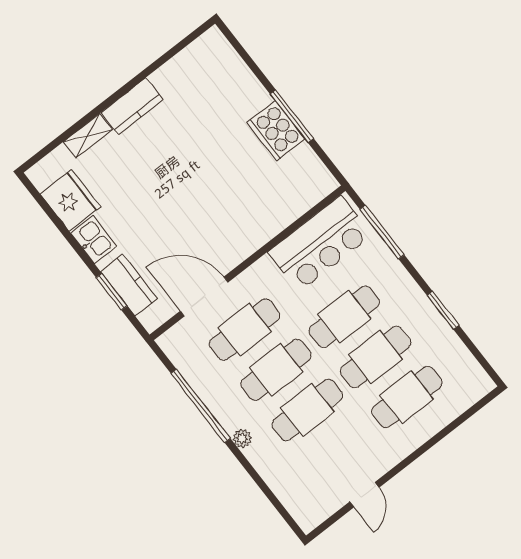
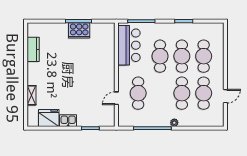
kitchen counter: (132, 106) -> (33, 49), moved
kitchen counter: (129, 285) -> (93, 121), removed
door: (204, 297) -> (116, 98), width x0.53
cafe table: (276, 370) -> (204, 93), moved
door: (364, 495) -> (225, 96), hinge flipped

